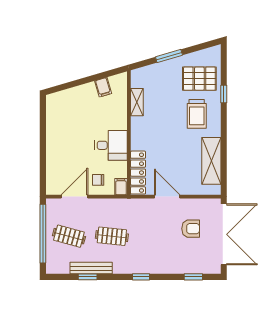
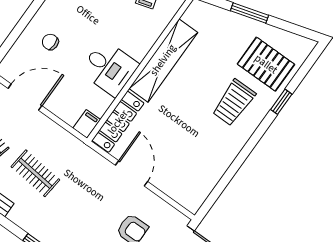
shelving: (137, 102) -> (163, 60), width x2.20, depth x1.33
shelving: (211, 161) -> (212, 169), removed
chair: (98, 180) -> (50, 42), moved

